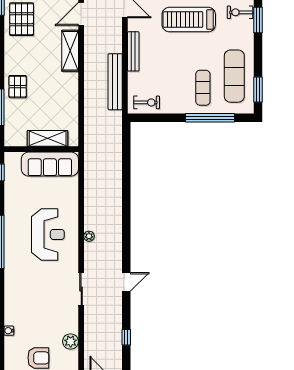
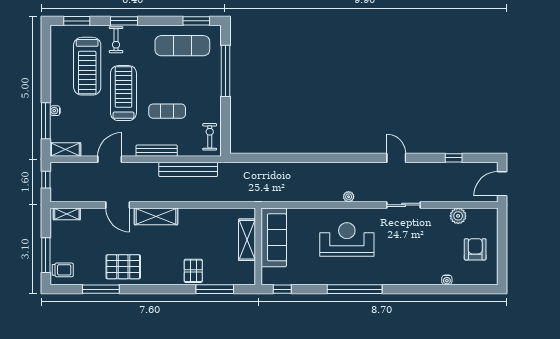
treadmill: (189, 20) -> (123, 93), turned 180
pallet: (18, 87) -> (193, 271), turned 90
exercise mat: (203, 88) -> (167, 111), moved

